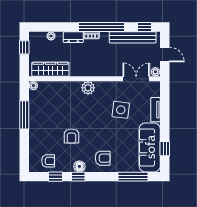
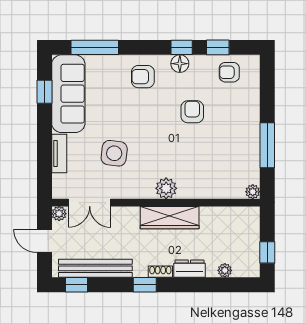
window: (101, 27) -> (145, 285), width x0.32
wardrobe: (50, 69) -> (170, 218), moved

